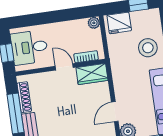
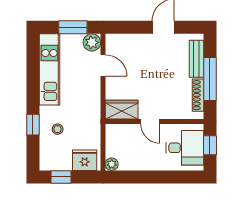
stool: (148, 48) -> (58, 129), width x0.53, depth x0.53
bookcase: (86, 57) -> (125, 129), removed
door: (115, 112) -> (103, 65), hinge flipped

